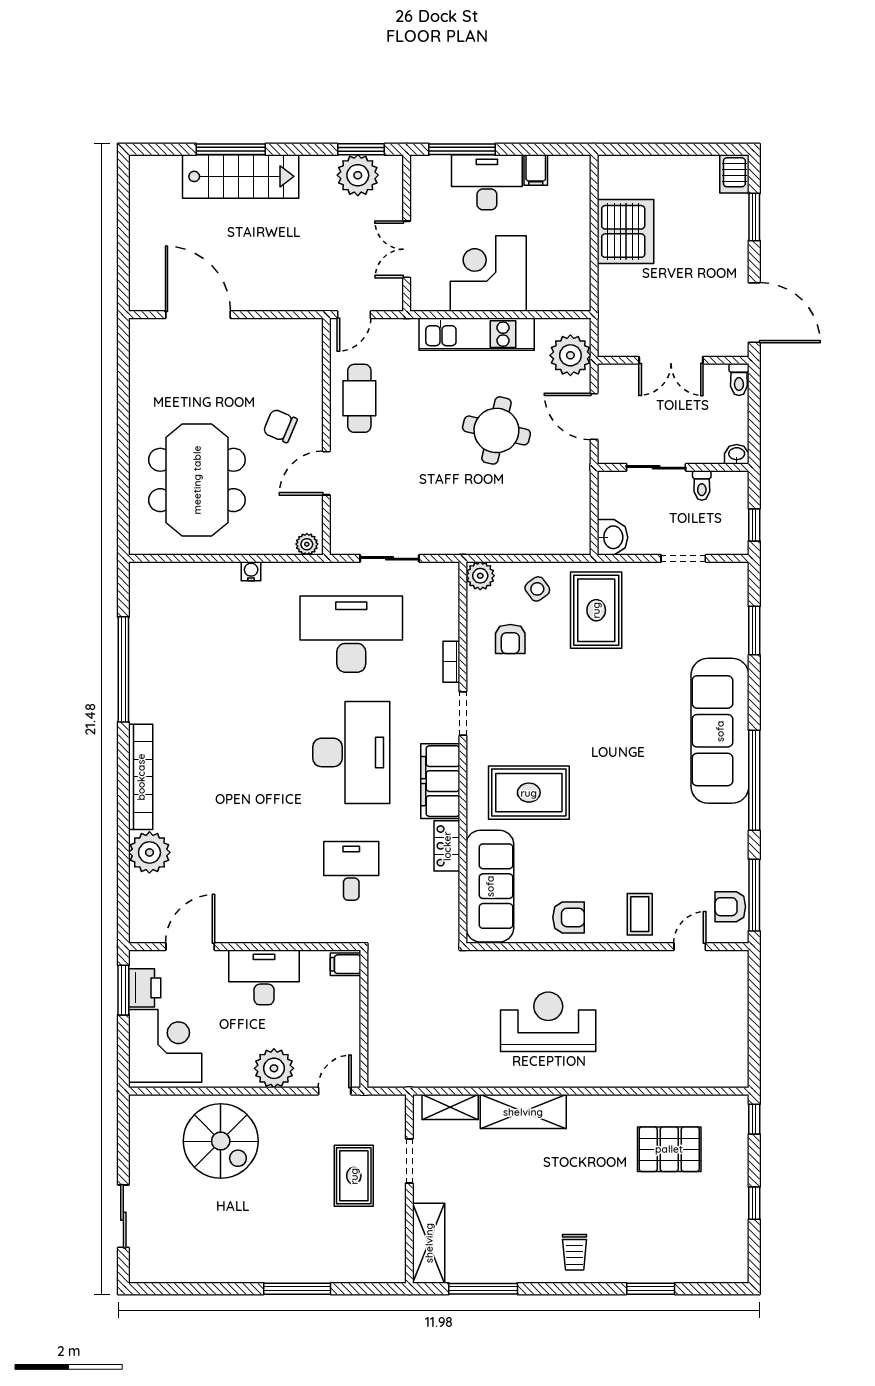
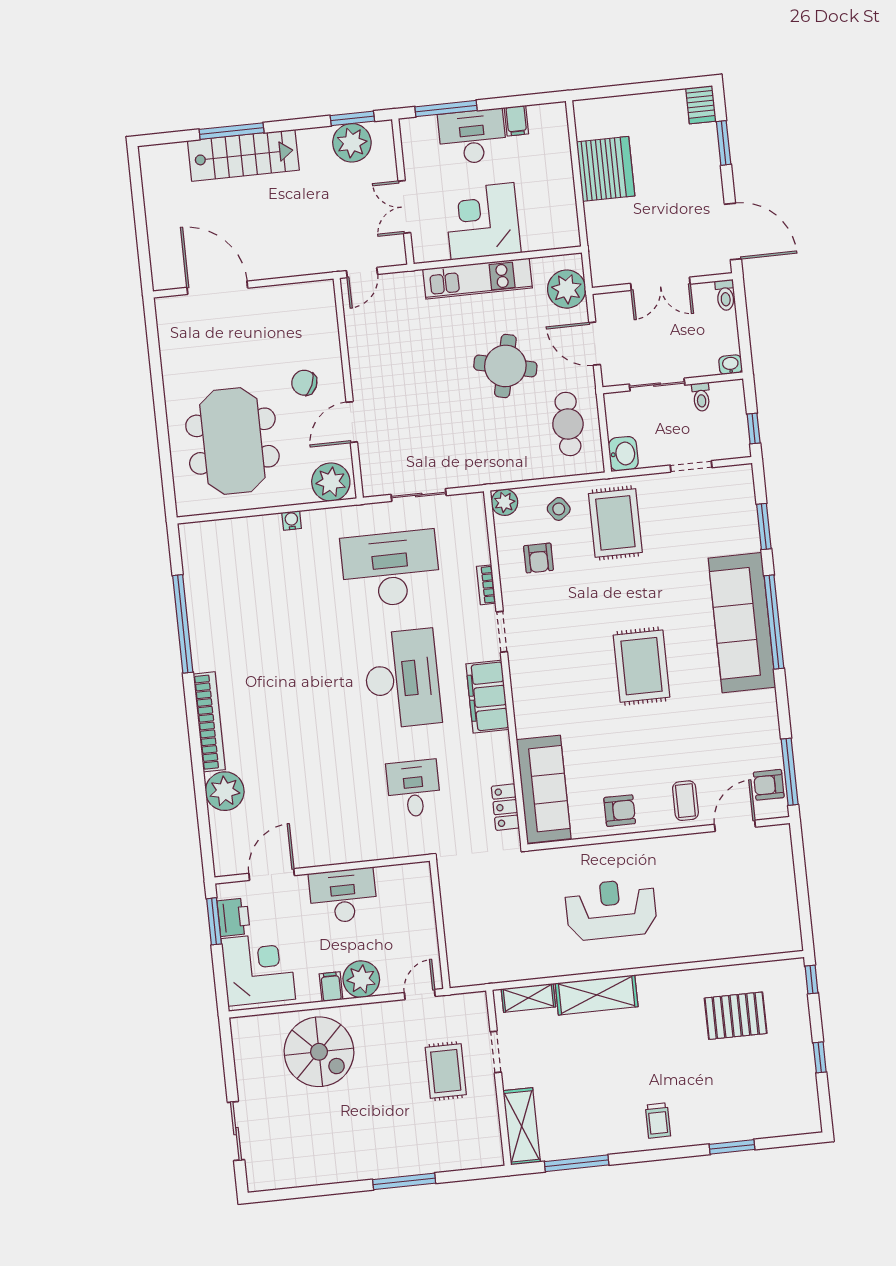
cafe table: (359, 398) -> (568, 424), moved
plant: (307, 544) -> (331, 482), width x1.88, depth x1.88
window: (754, 780) -> (774, 622), moved
rug: (529, 793) -> (641, 666), moved, turned 90
locker: (447, 846) -> (505, 807), moved
door: (690, 947) -> (735, 826), width x1.38
filing cabinet: (346, 964) -> (331, 987), moved, turned 90

